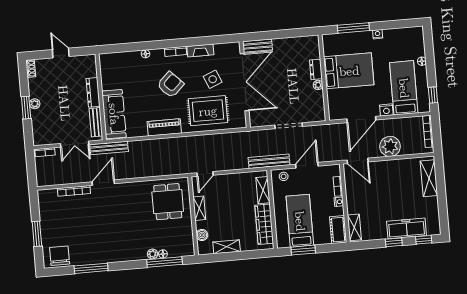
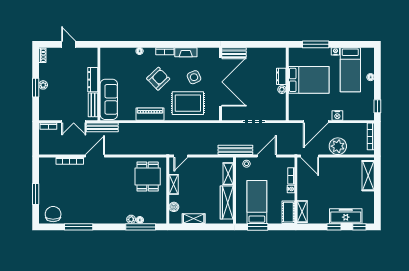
bed: (404, 88) -> (350, 70), moved, turned 180

